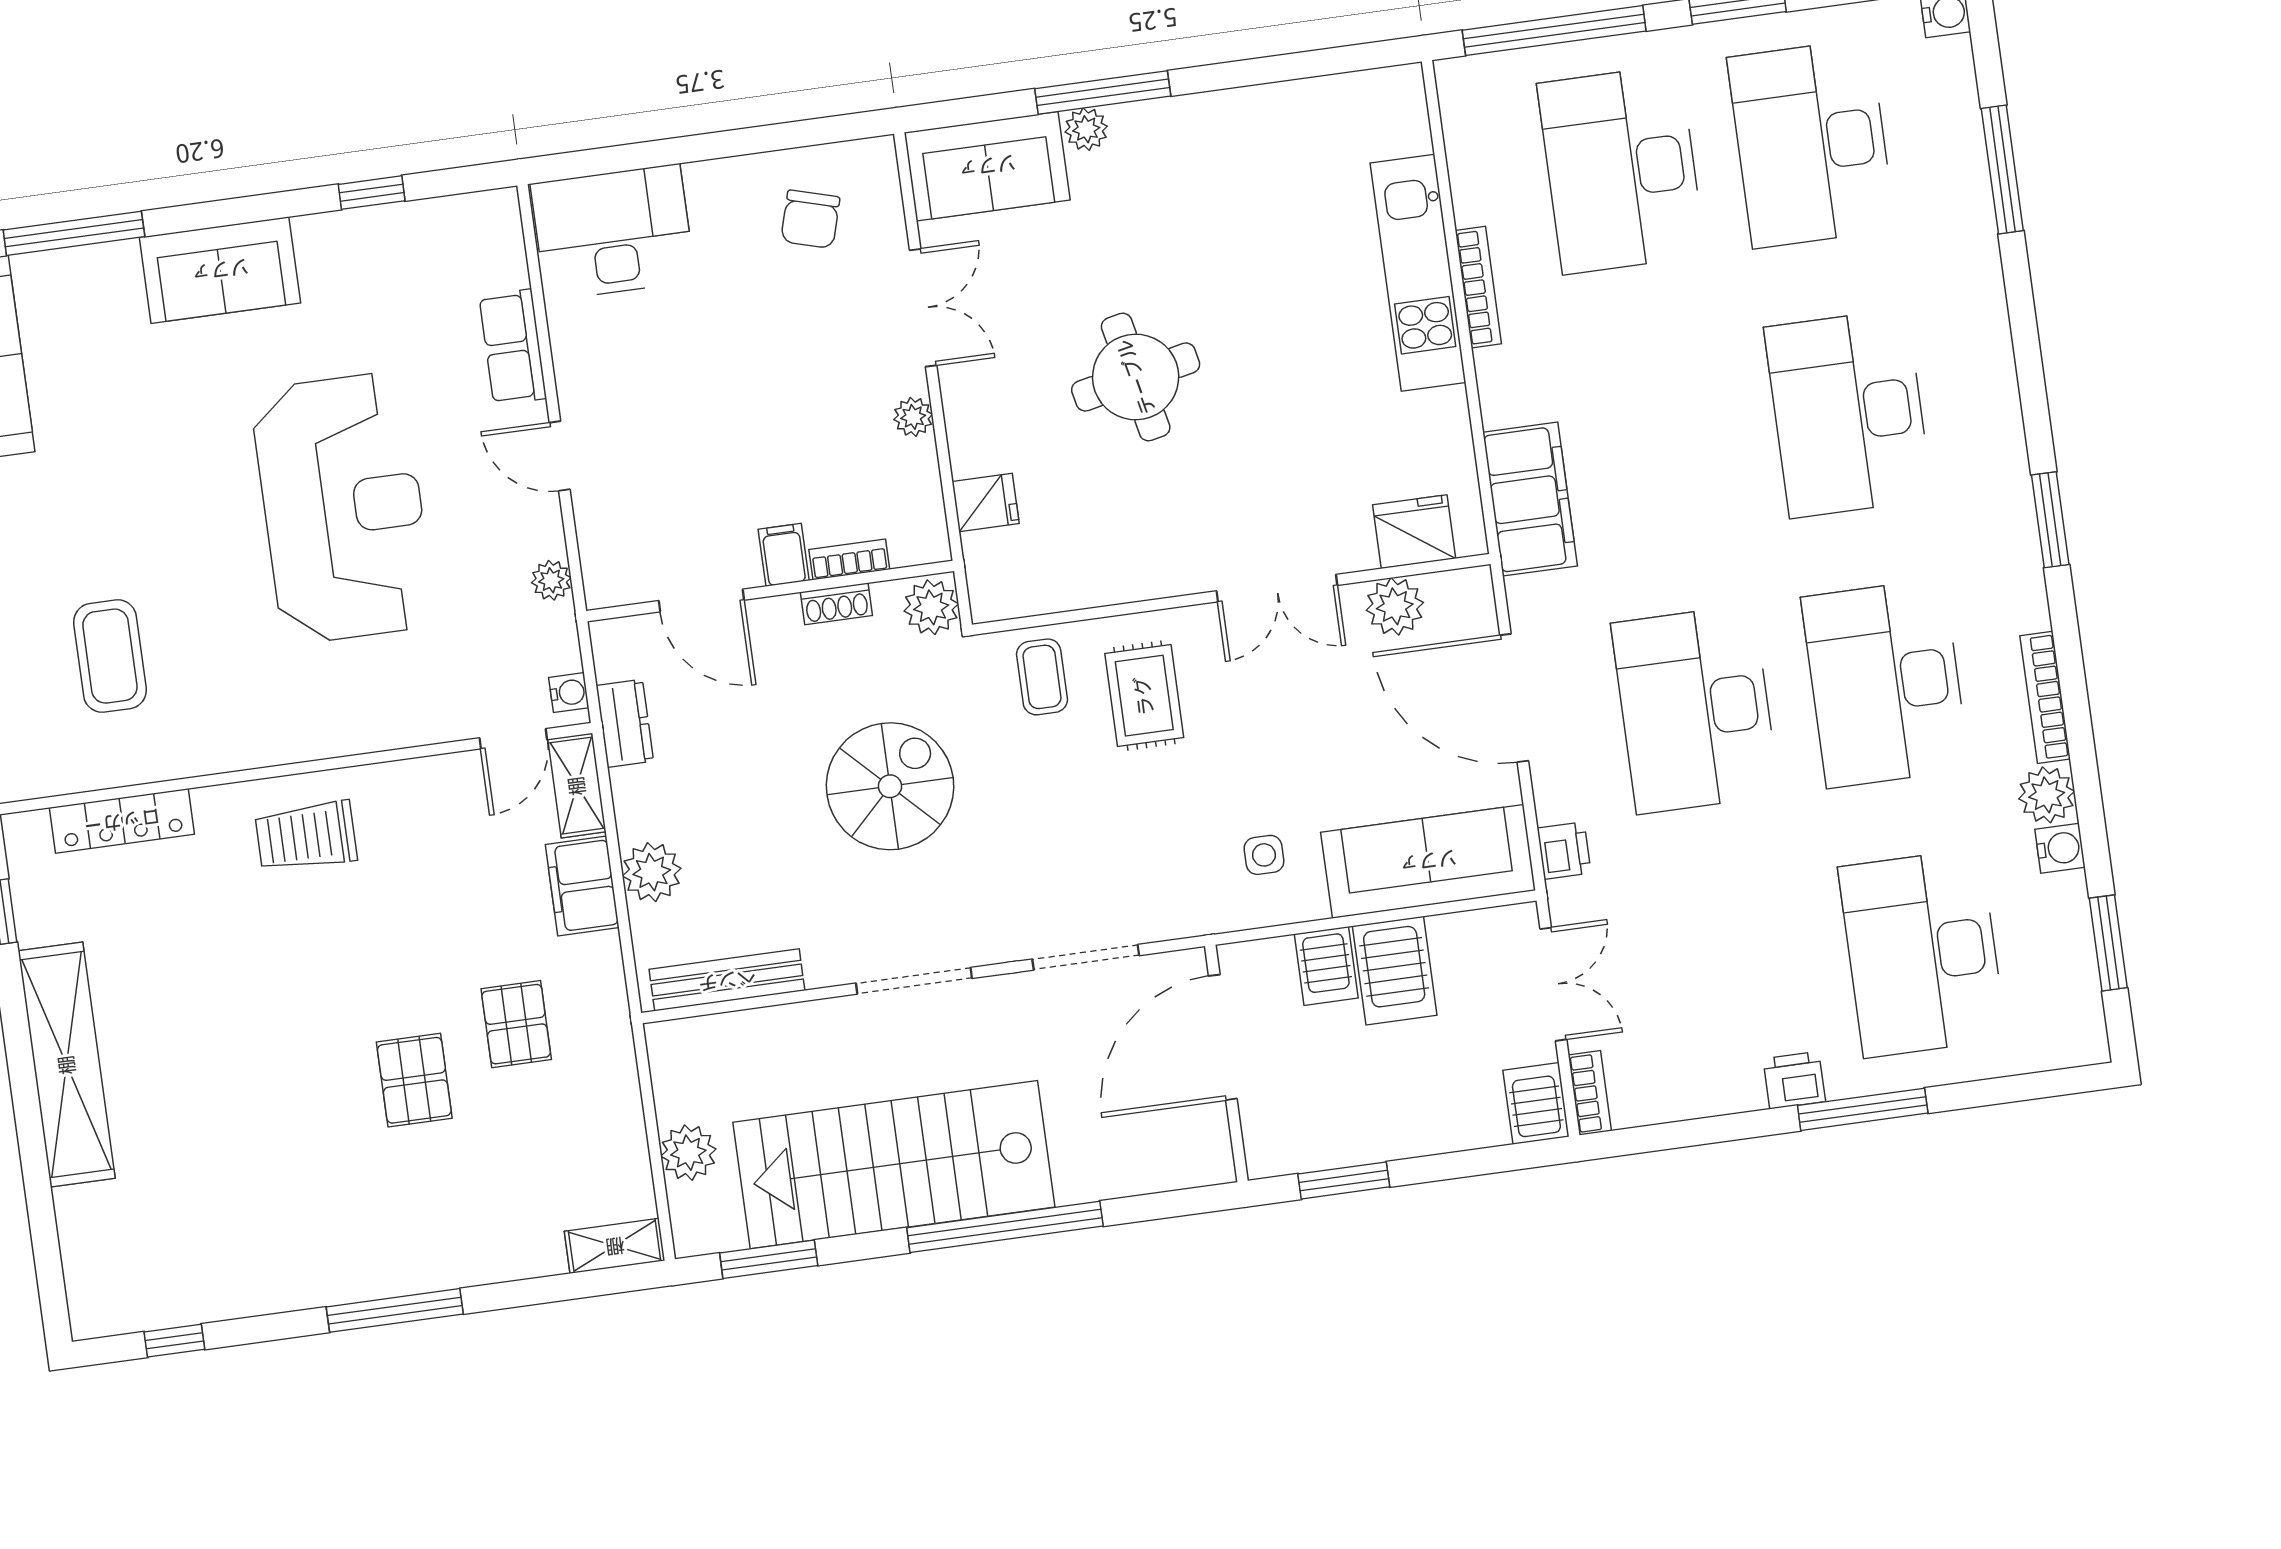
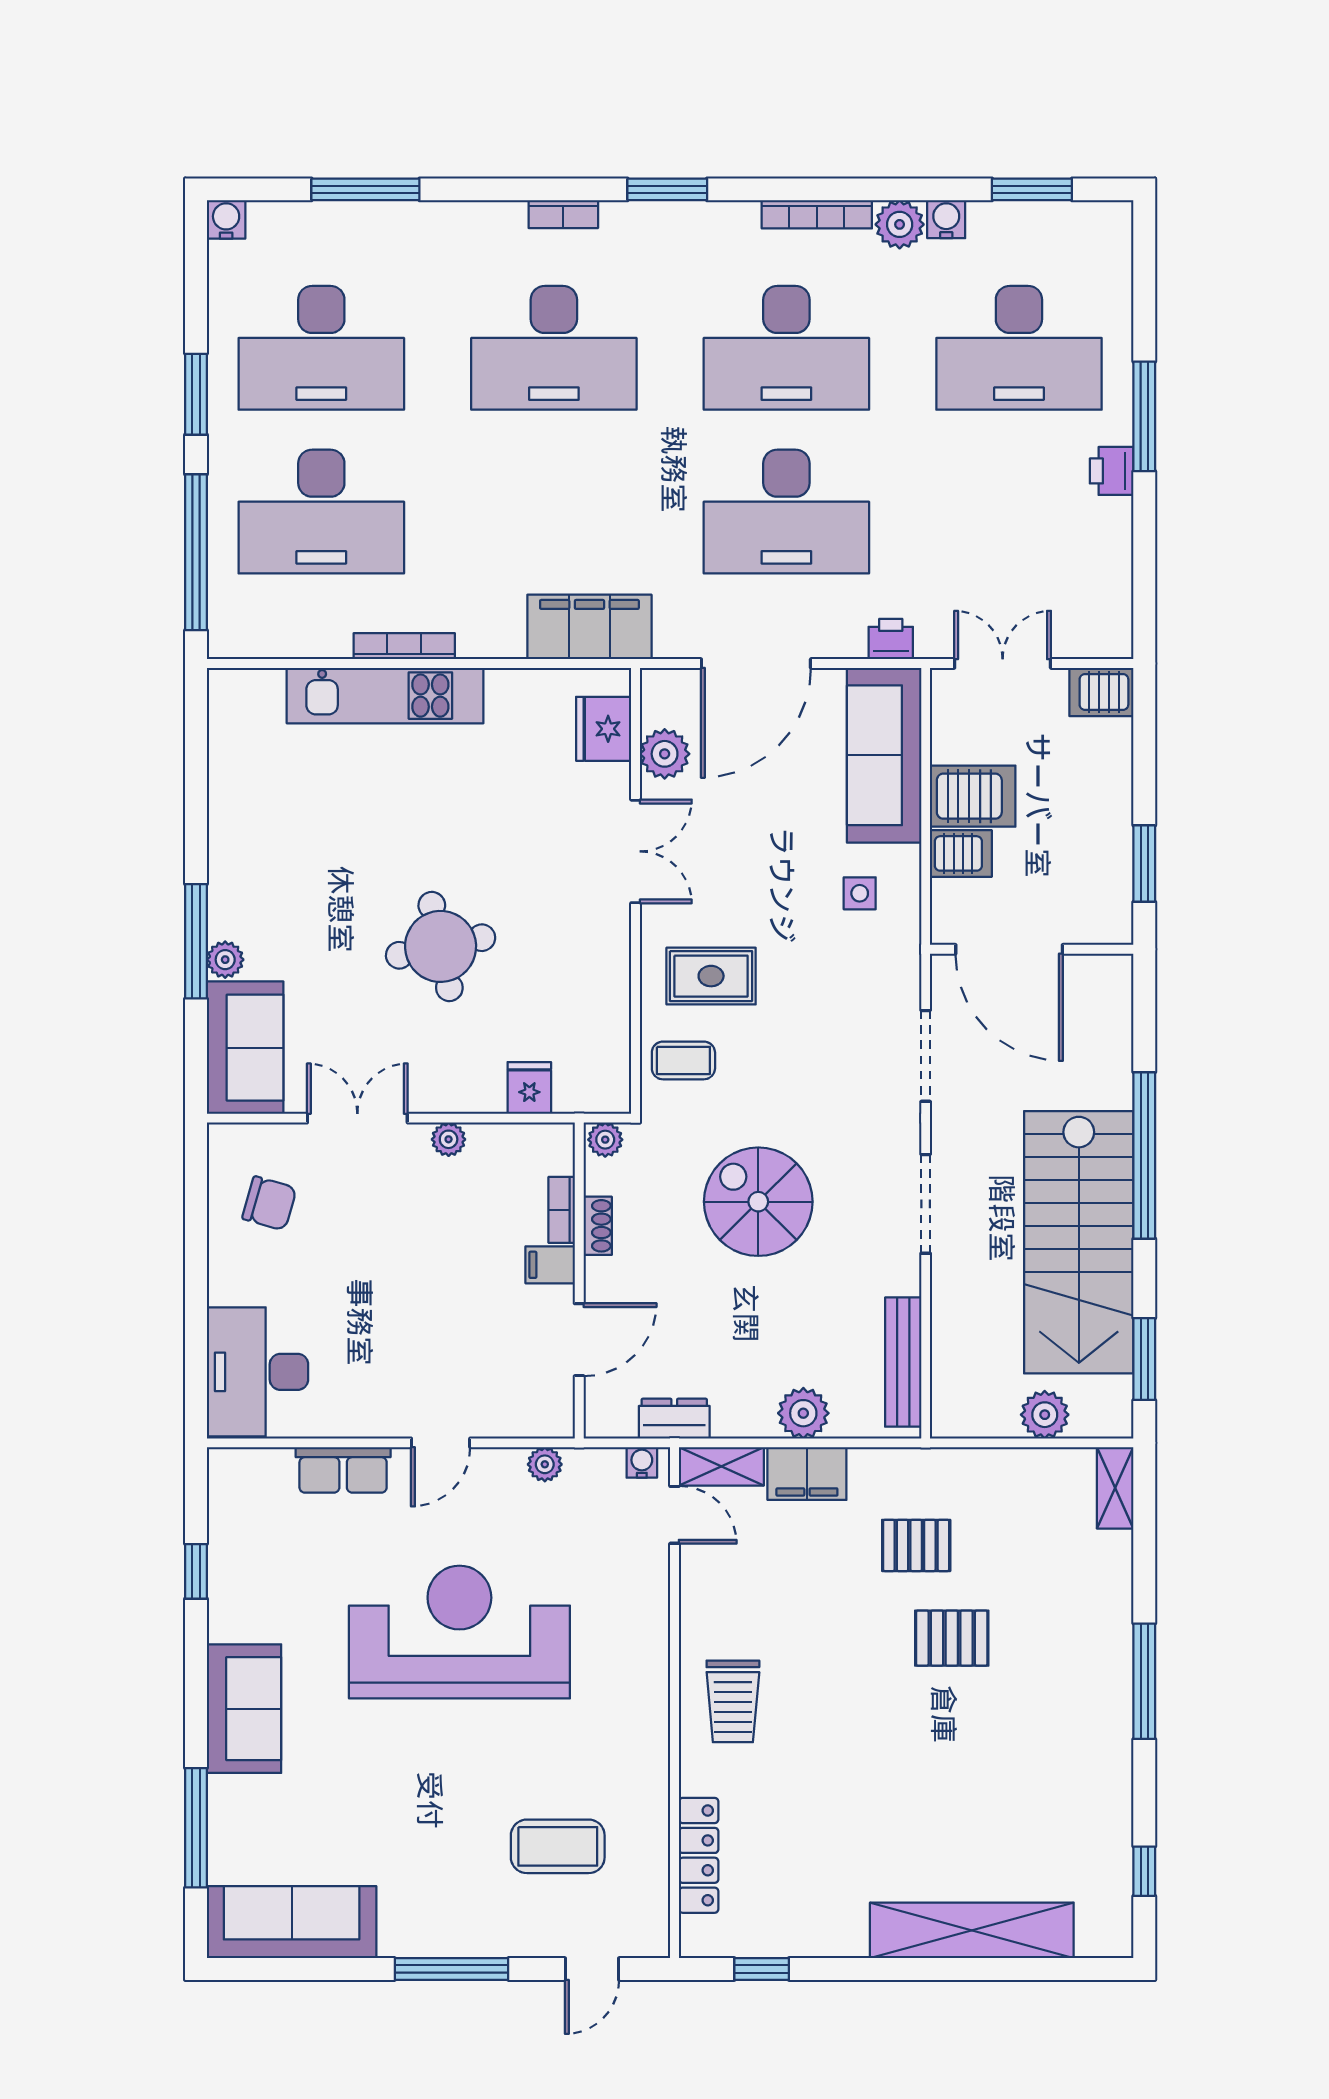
plant: (931, 607) -> (605, 1140), width x0.73, depth x0.73
shelving: (67, 1065) -> (972, 1930), moved
bookcase: (1590, 1093) -> (563, 214), moved, turned 180

